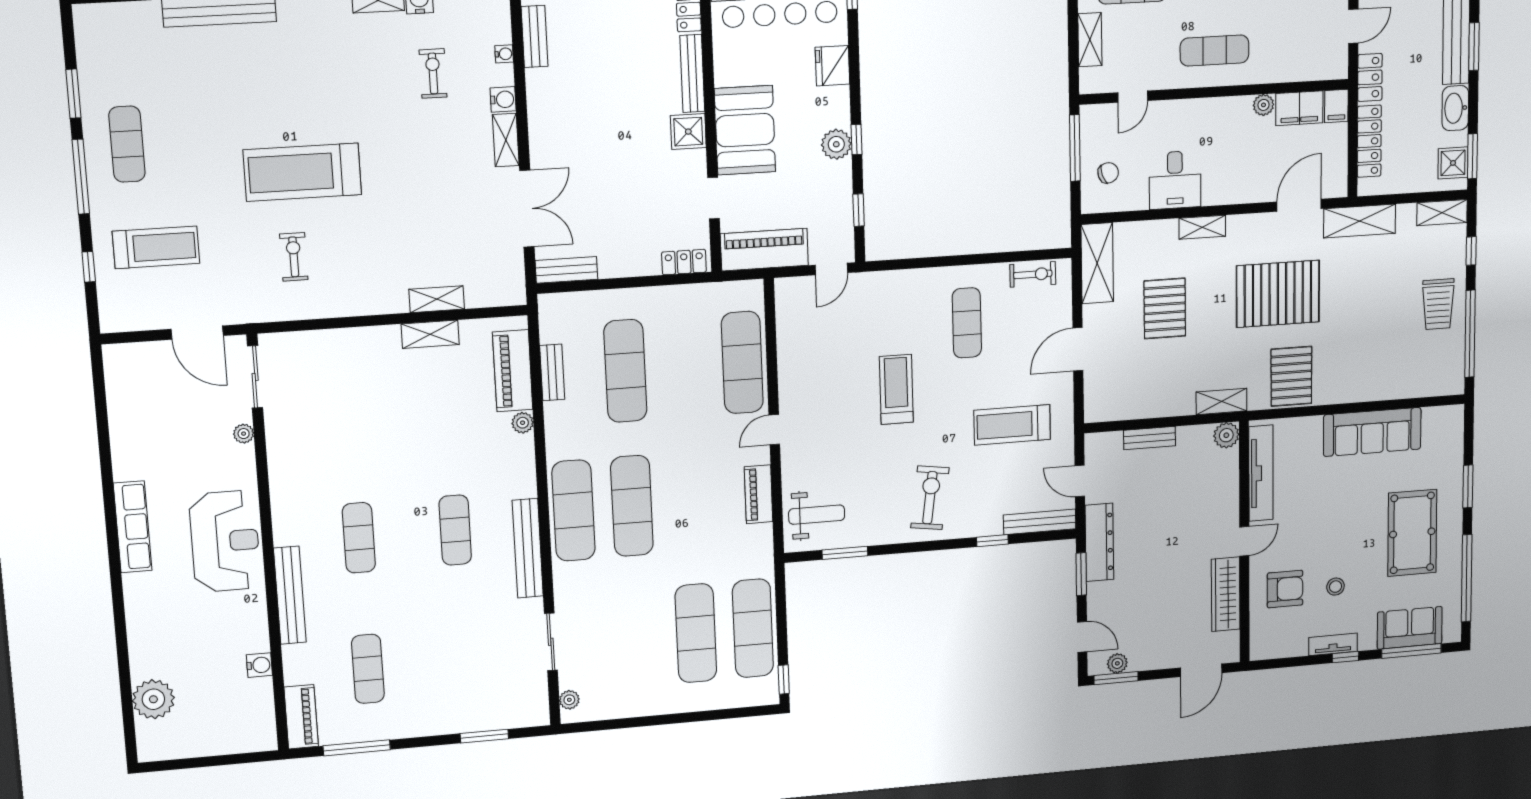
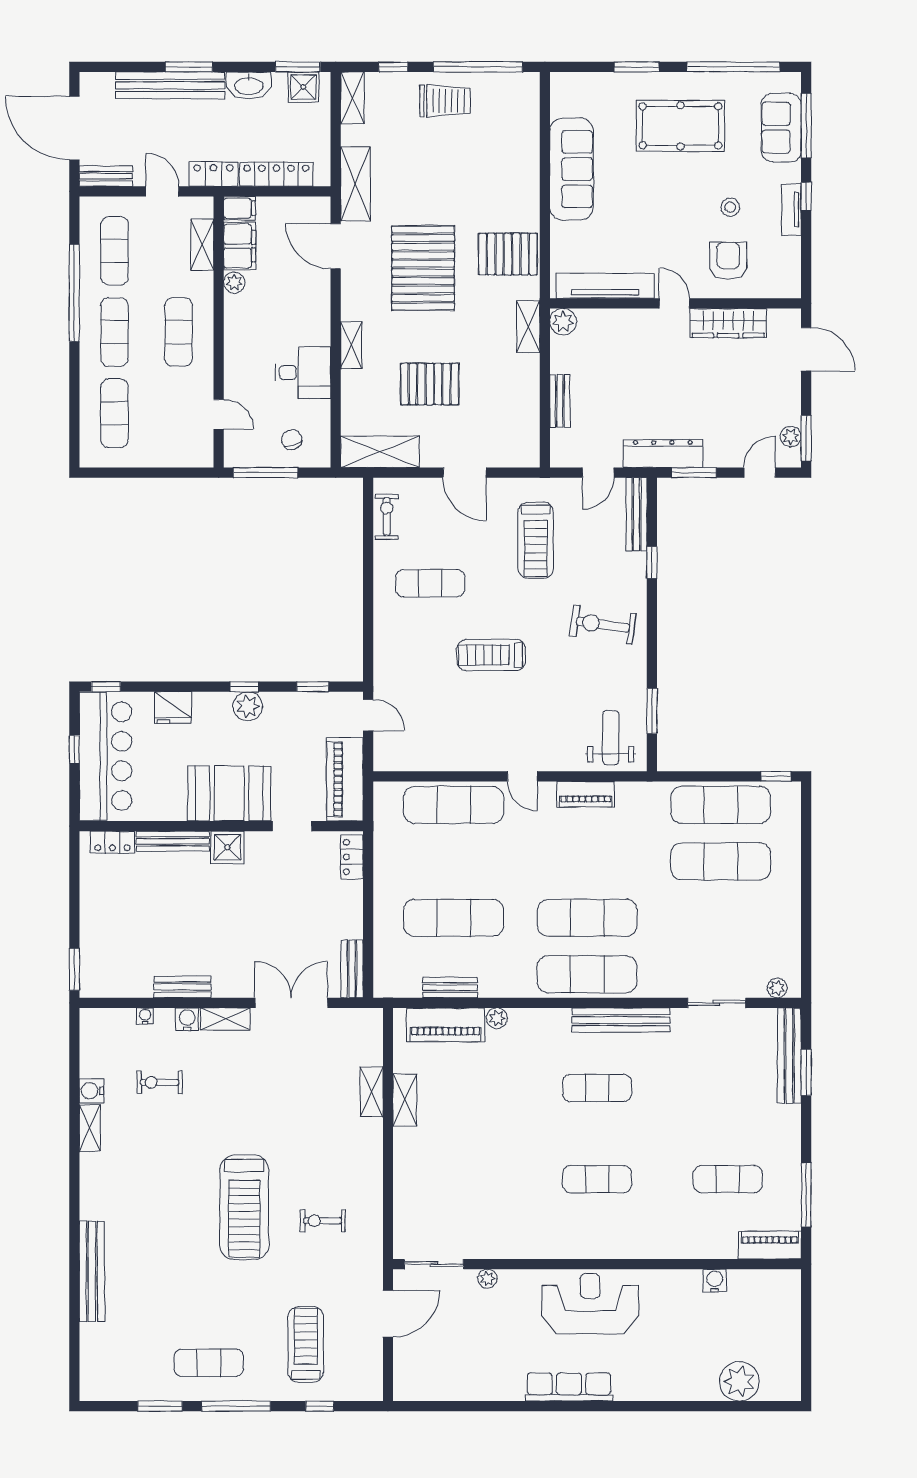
bench: (535, 37) -> (182, 987), moved
shelving: (1090, 40) -> (202, 245), moved, turned 90
bench: (290, 595) -> (789, 1056), moved, turned 90

